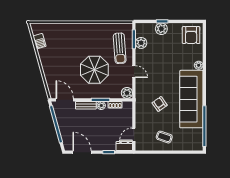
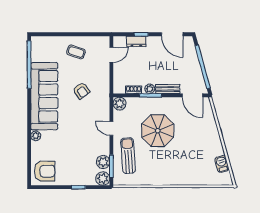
plant: (161, 29) -> (103, 179), moved
armchair: (191, 35) -> (45, 171), turned 90
dresser: (124, 146) -> (136, 41), moved

